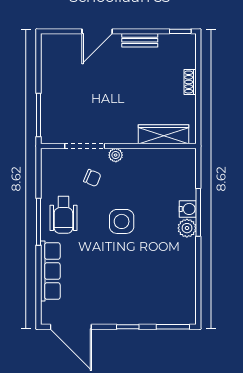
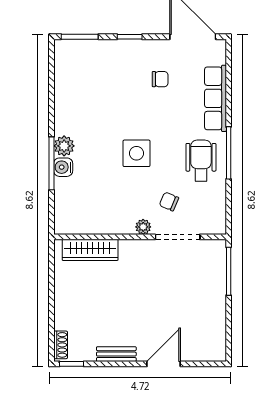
shoe rack: (190, 82) -> (61, 345), moved
chair: (100, 288) -> (160, 79), added

